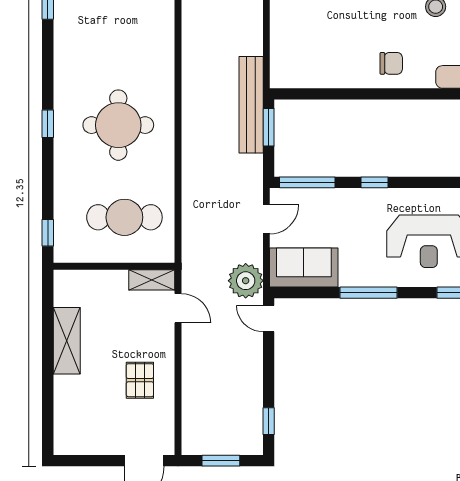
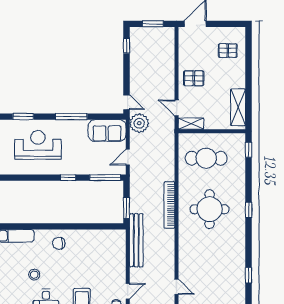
bench: (251, 105) -> (136, 240), moved
bookcase: (191, 133) -> (169, 205), added
shelving: (67, 341) -> (238, 107), moved
pallet: (140, 380) -> (194, 78), moved, turned 90
pallet: (85, 412) -> (228, 51), added

